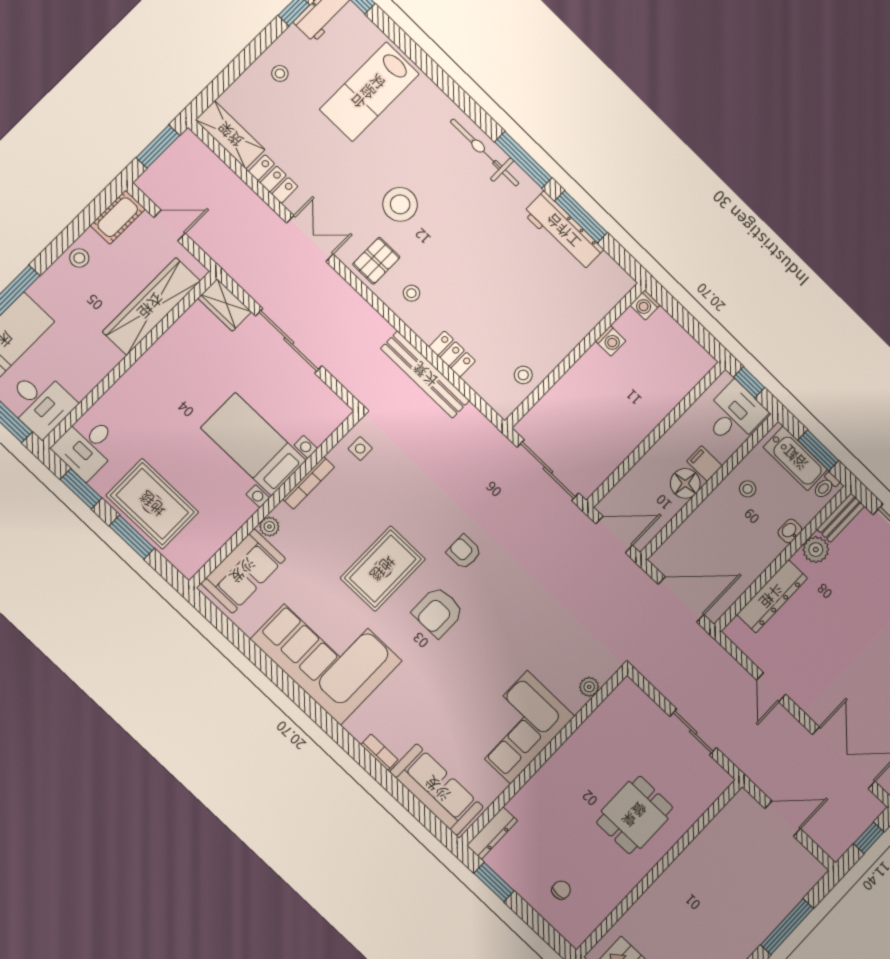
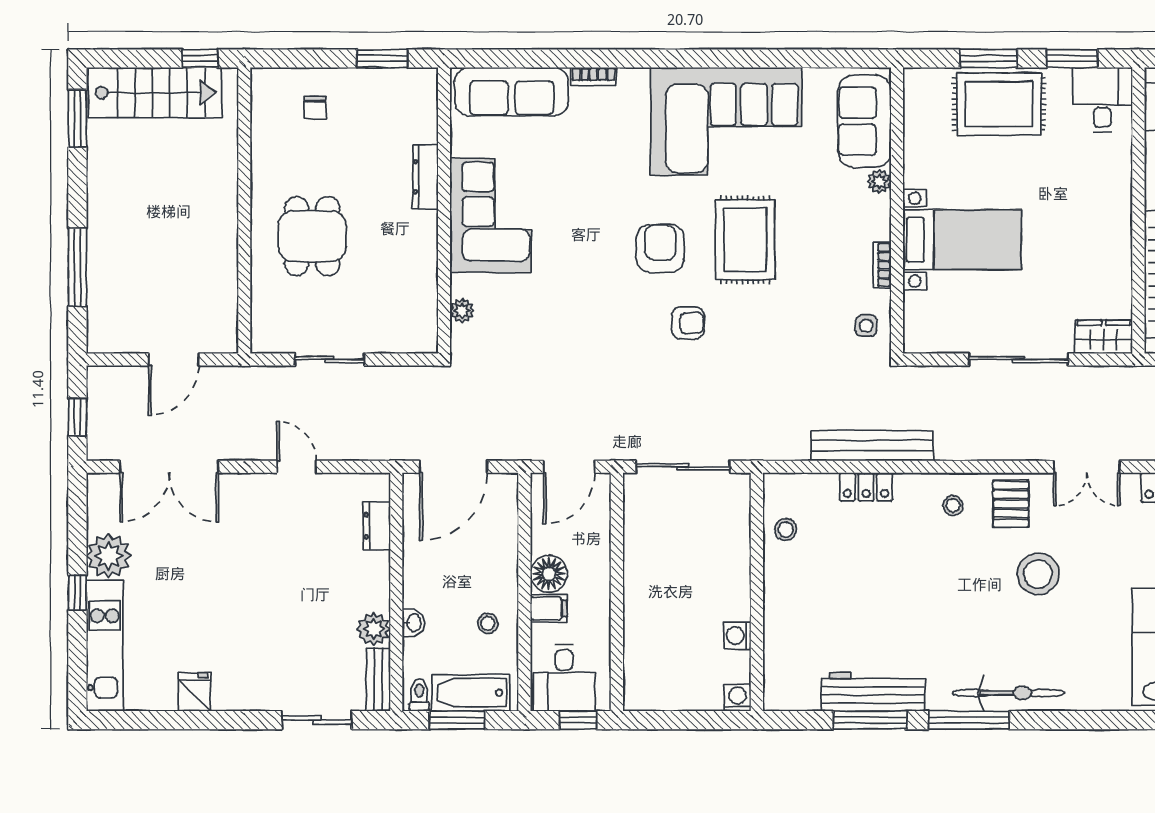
bookcase: (309, 483) -> (882, 265), width x0.64
dresser: (772, 596) -> (377, 526), width x0.51, depth x0.80
dresser: (492, 833) -> (425, 177), moved

